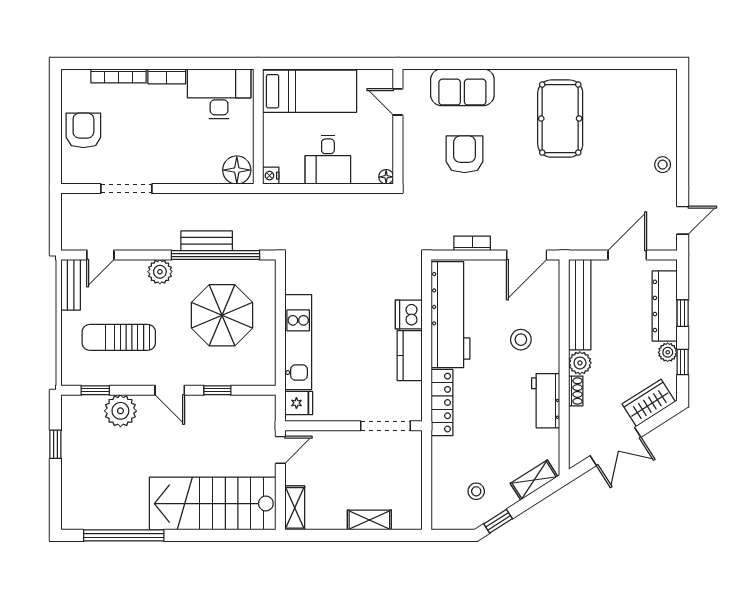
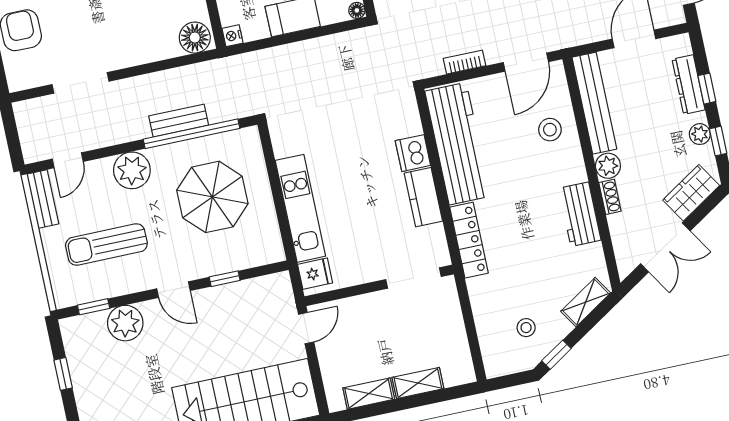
plant: (160, 272) -> (132, 170), width x1.36, depth x1.36
dresser: (665, 306) -> (689, 84), width x0.73, depth x0.80
stool: (521, 340) -> (550, 130), moved
shelving: (295, 508) -> (369, 394), moved, turned 90

